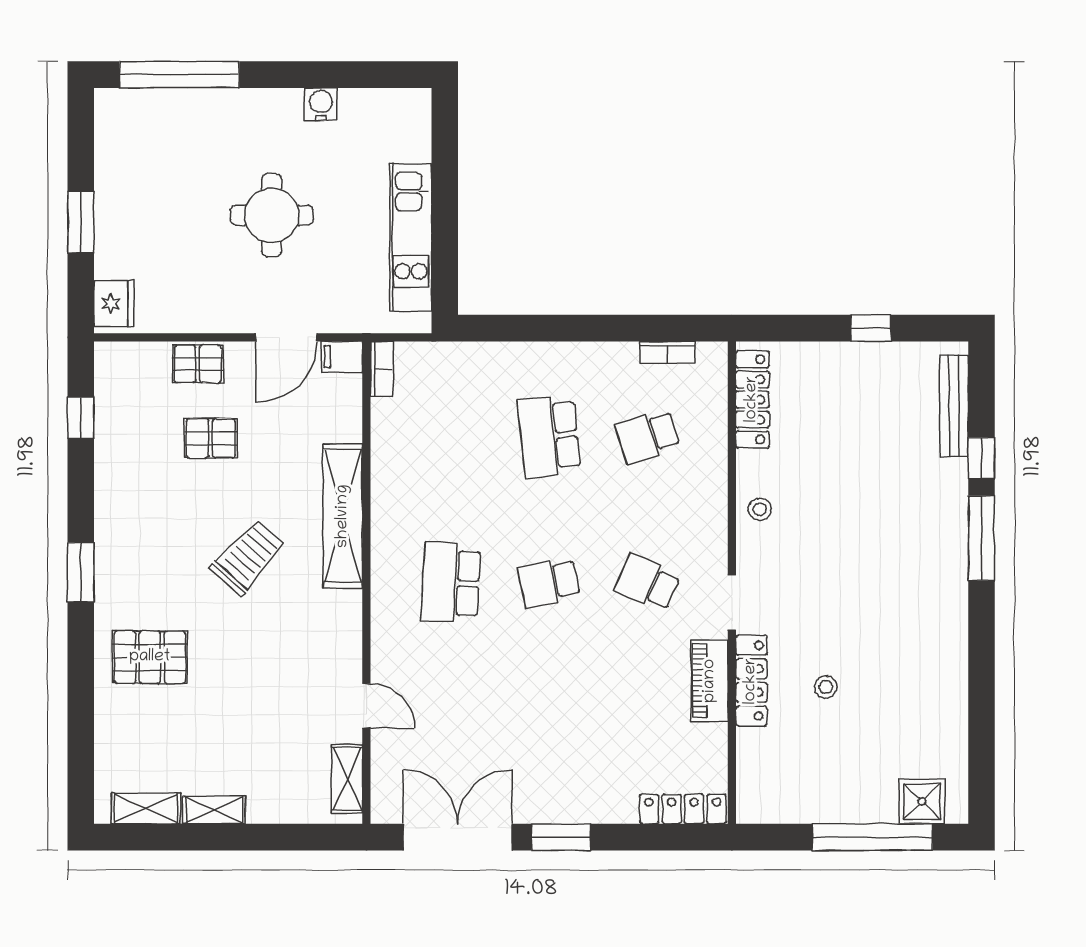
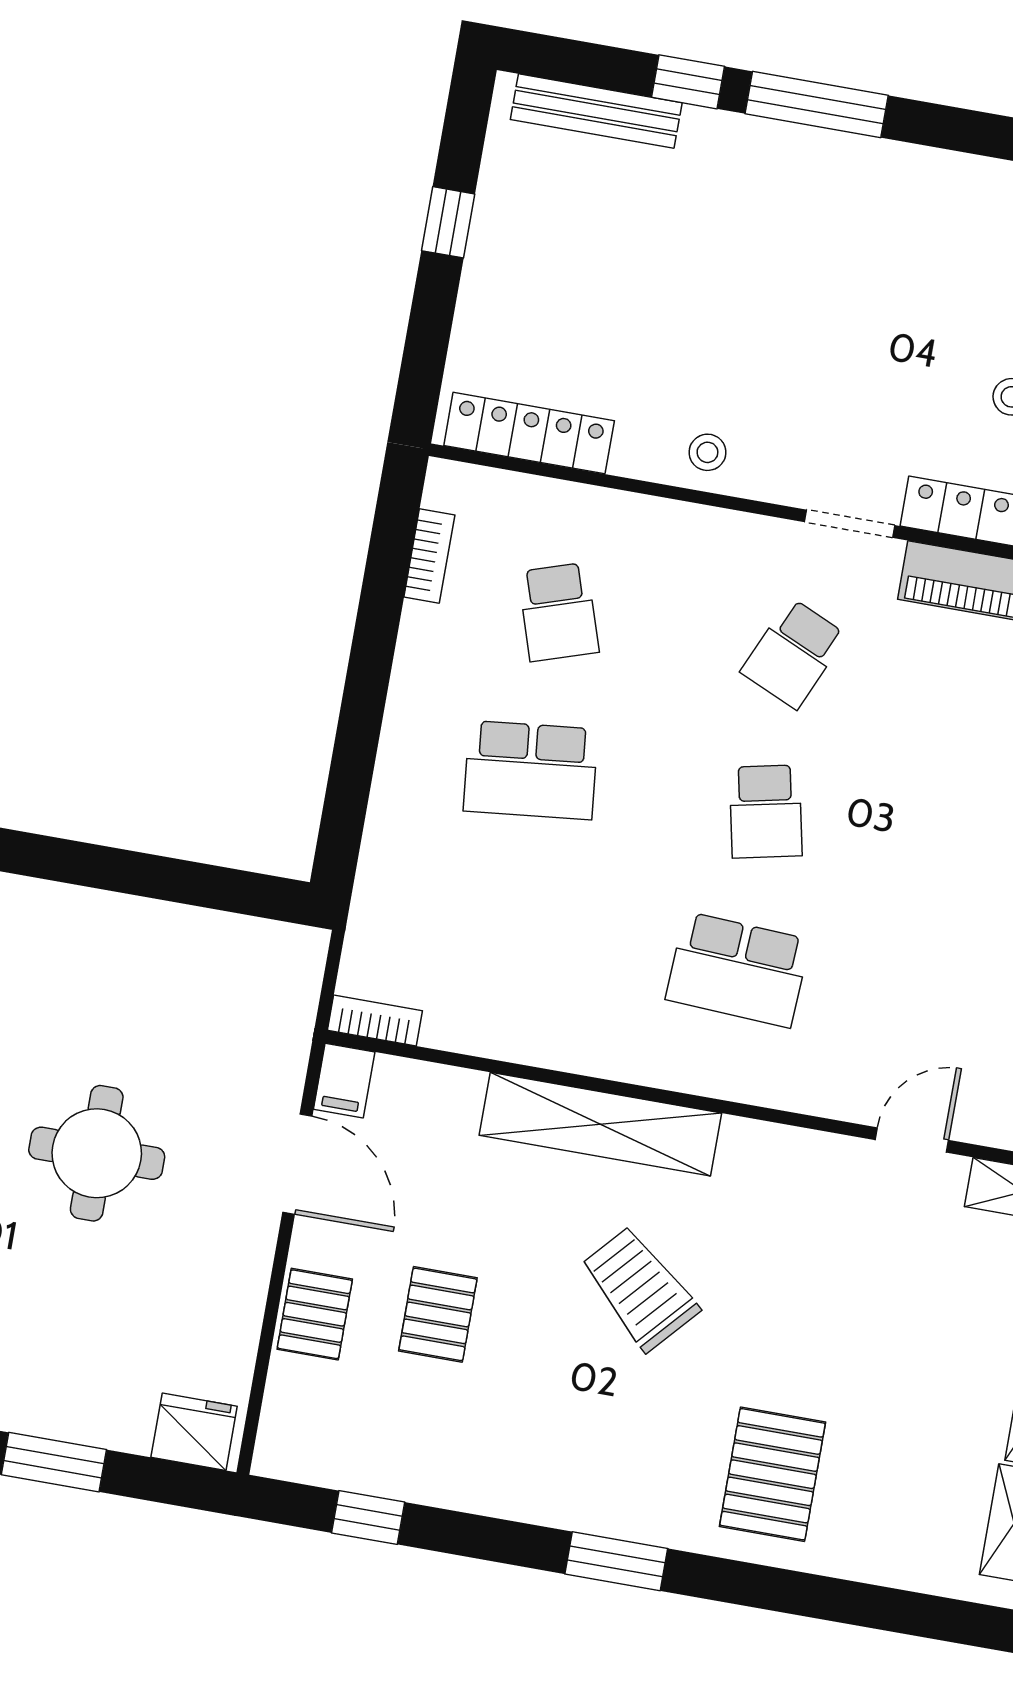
kitchen unit: (411, 237) -> (172, 936), removed

